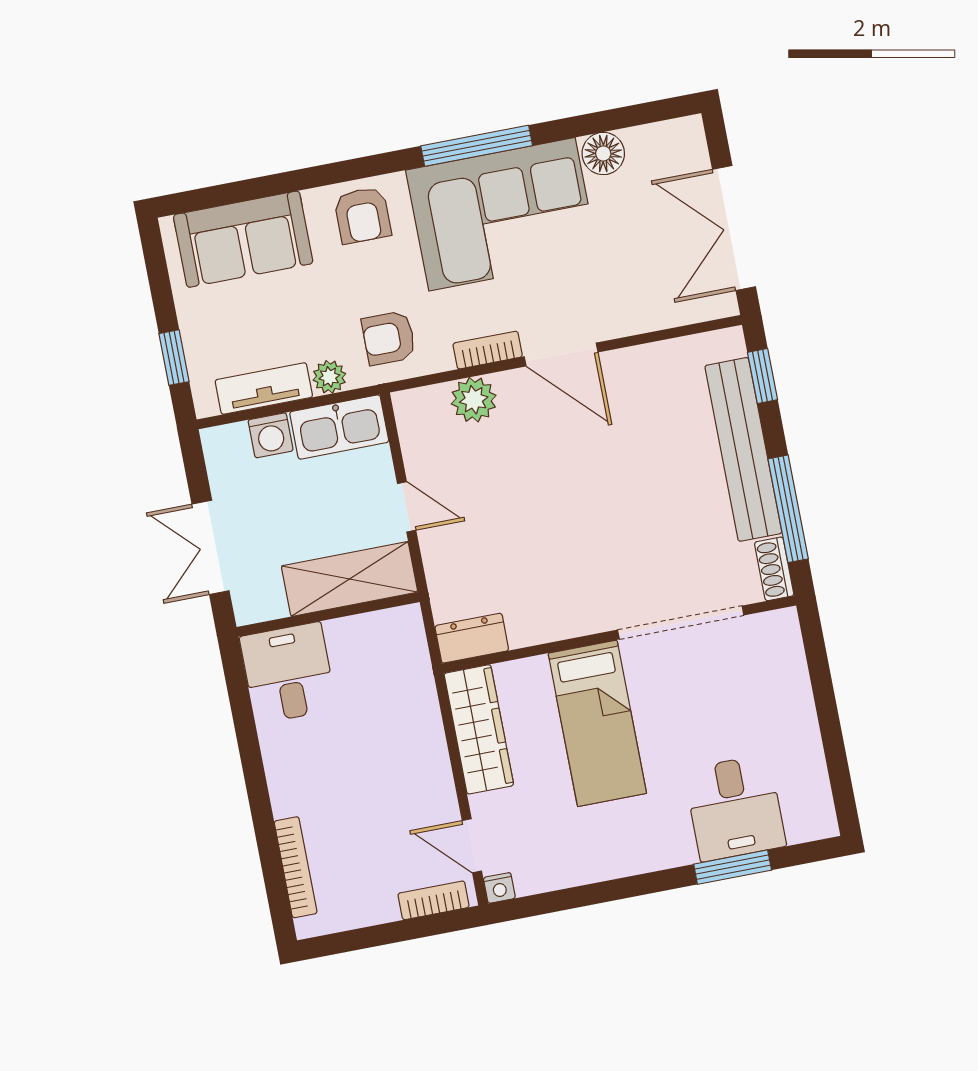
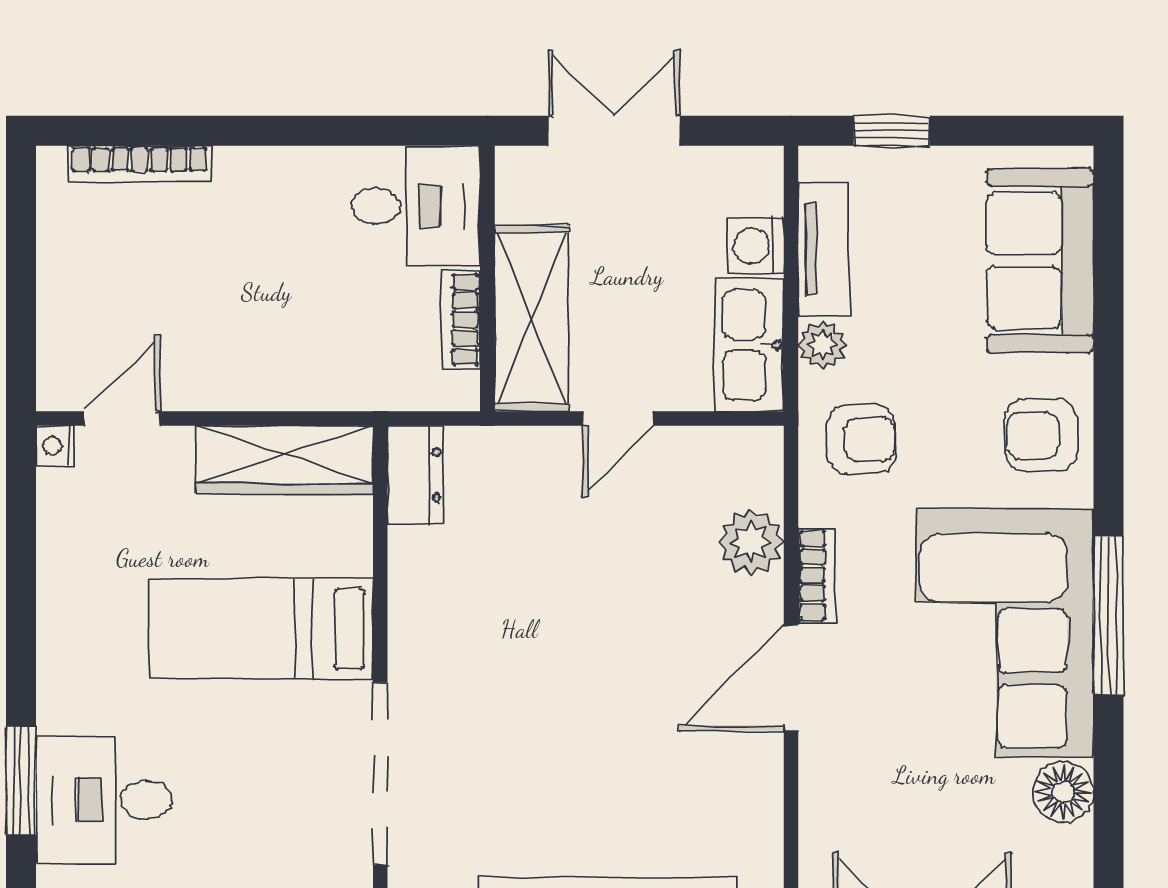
armchair: (389, 338) -> (861, 439), turned 90
bookcase: (434, 900) -> (461, 320), moved, turned 180

